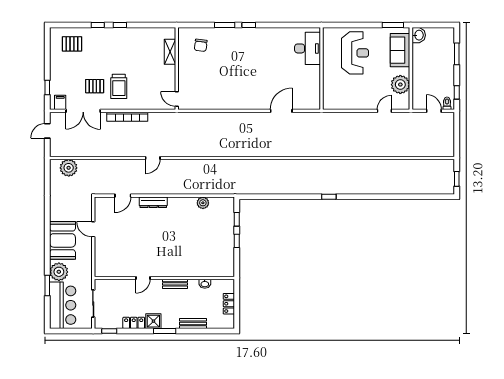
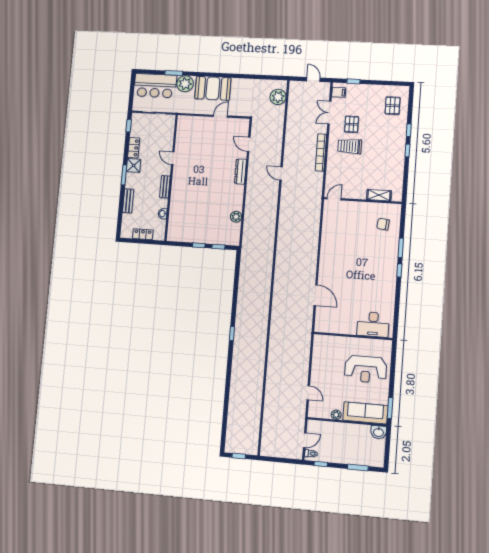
sofa: (400, 50) -> (365, 413), width x1.36
plant: (400, 85) -> (336, 415), width x0.53, depth x0.53
double door: (83, 111) -> (329, 113), width x0.73

